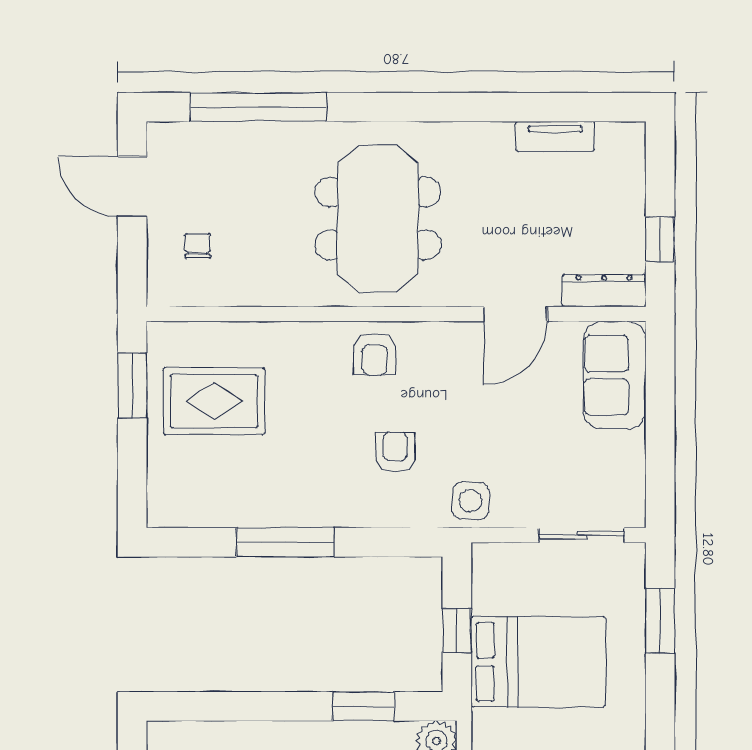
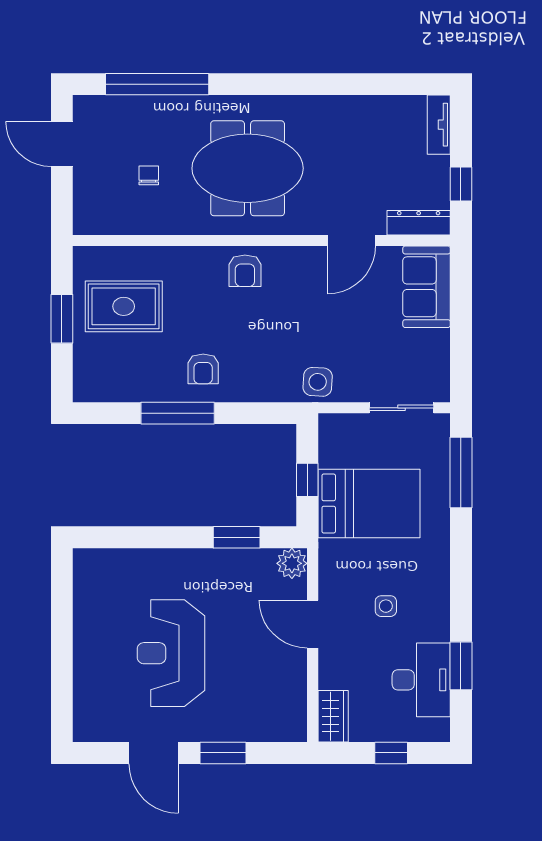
tv unit: (555, 136) -> (439, 125), moved, turned 90
meeting table: (378, 218) -> (248, 168), turned 90
chair: (198, 246) -> (149, 175), moved
window: (132, 385) -> (62, 319), moved
armchair: (395, 452) -> (203, 369), moved, turned 180
window: (660, 621) -> (461, 472), width x1.44

